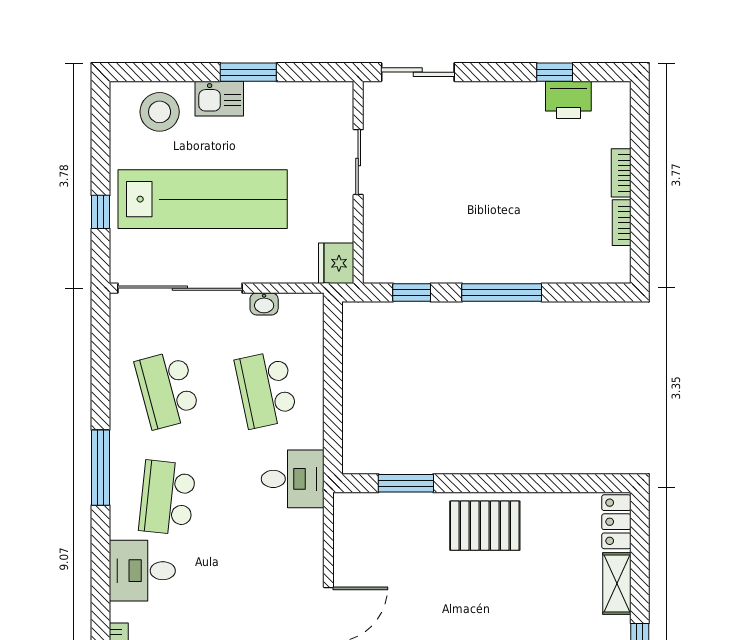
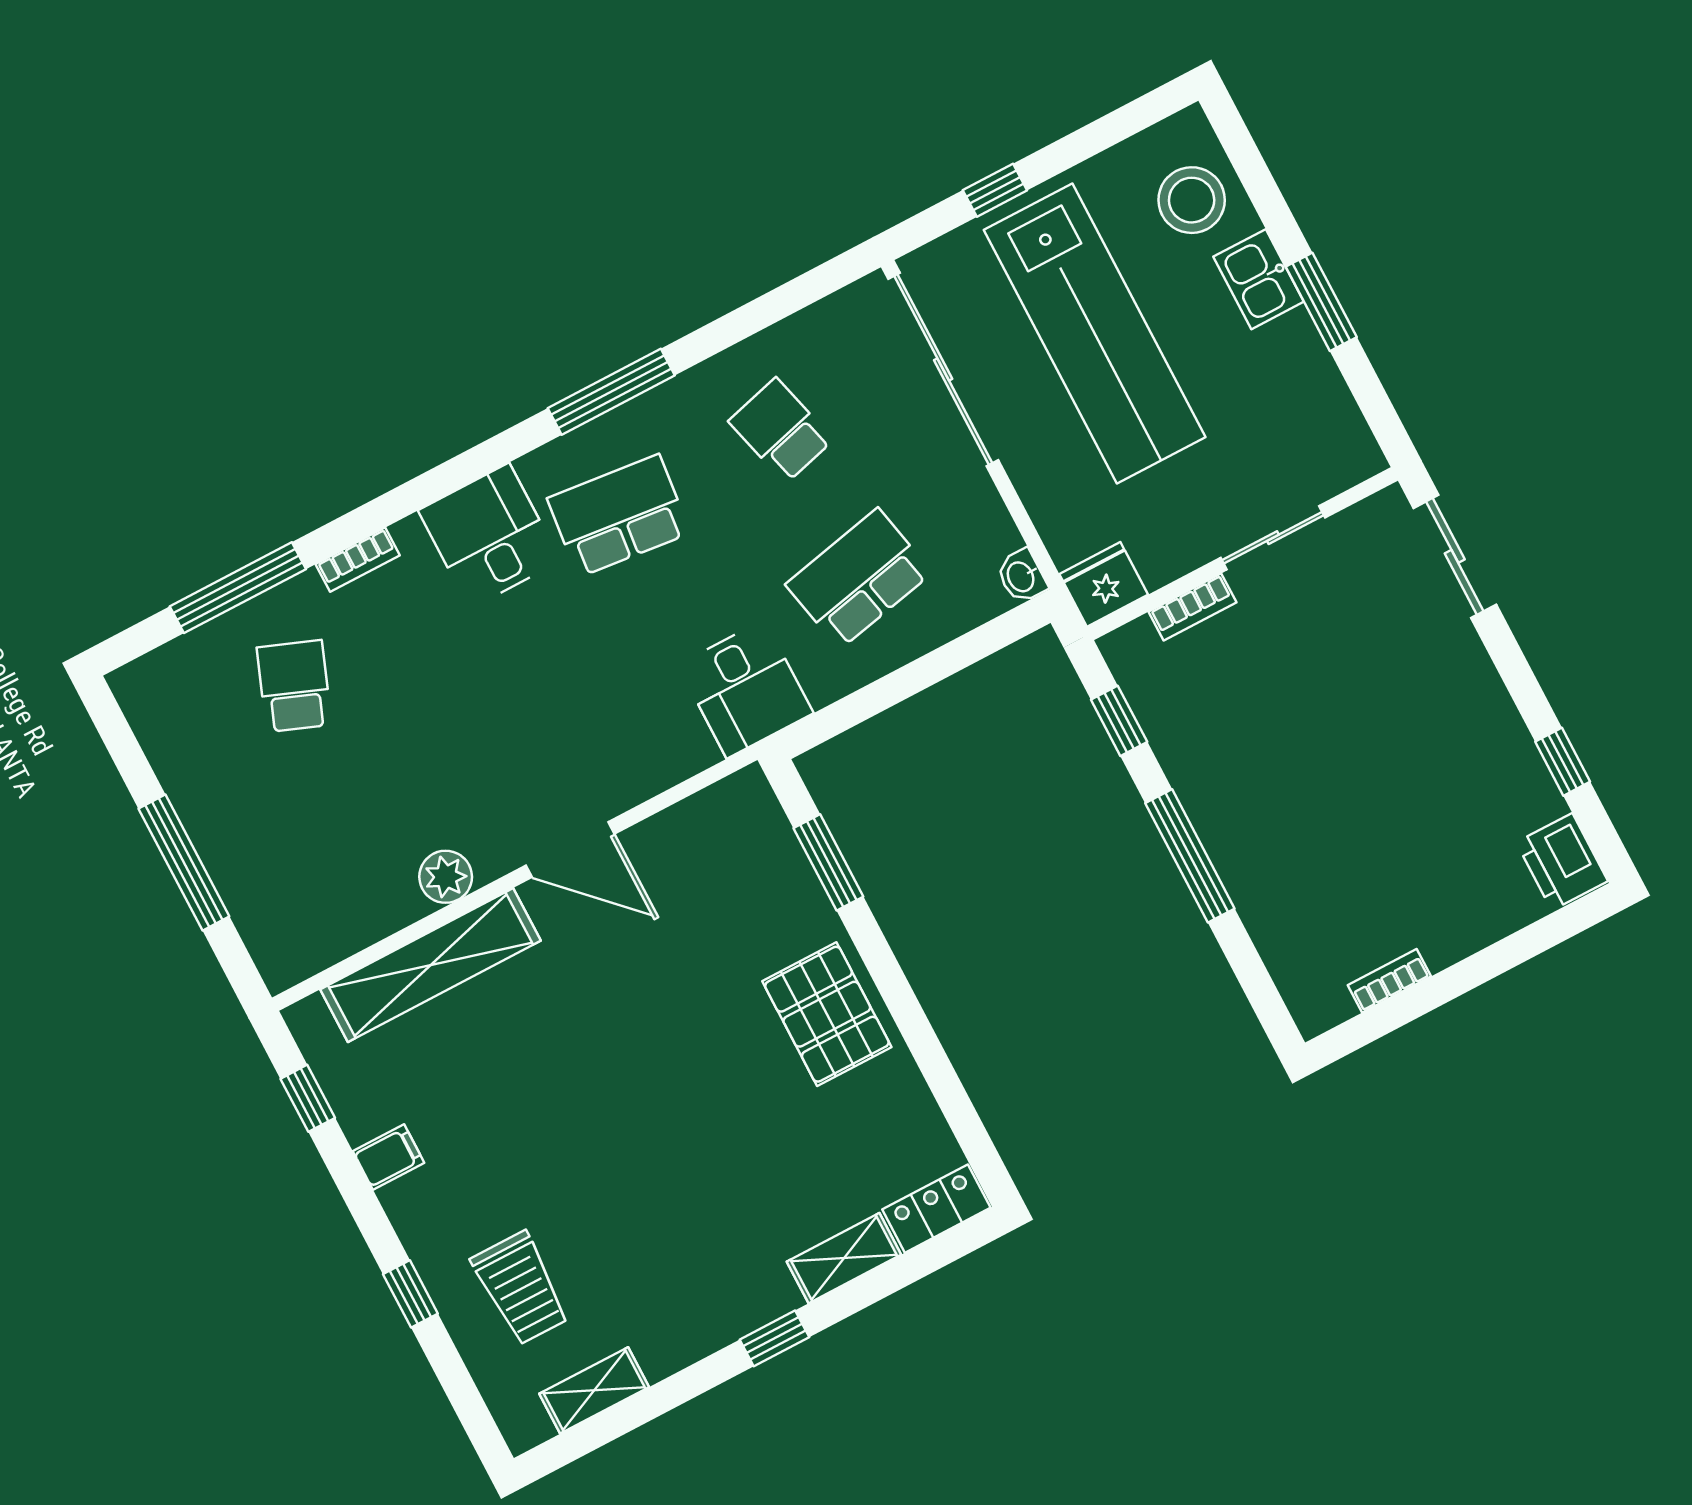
printer: (568, 100) -> (1562, 862), moved
bookcase: (621, 173) -> (1192, 607), moved, turned 180
washbasin: (264, 304) -> (1022, 576), moved
school desk: (167, 390) -> (781, 431), width x0.54

